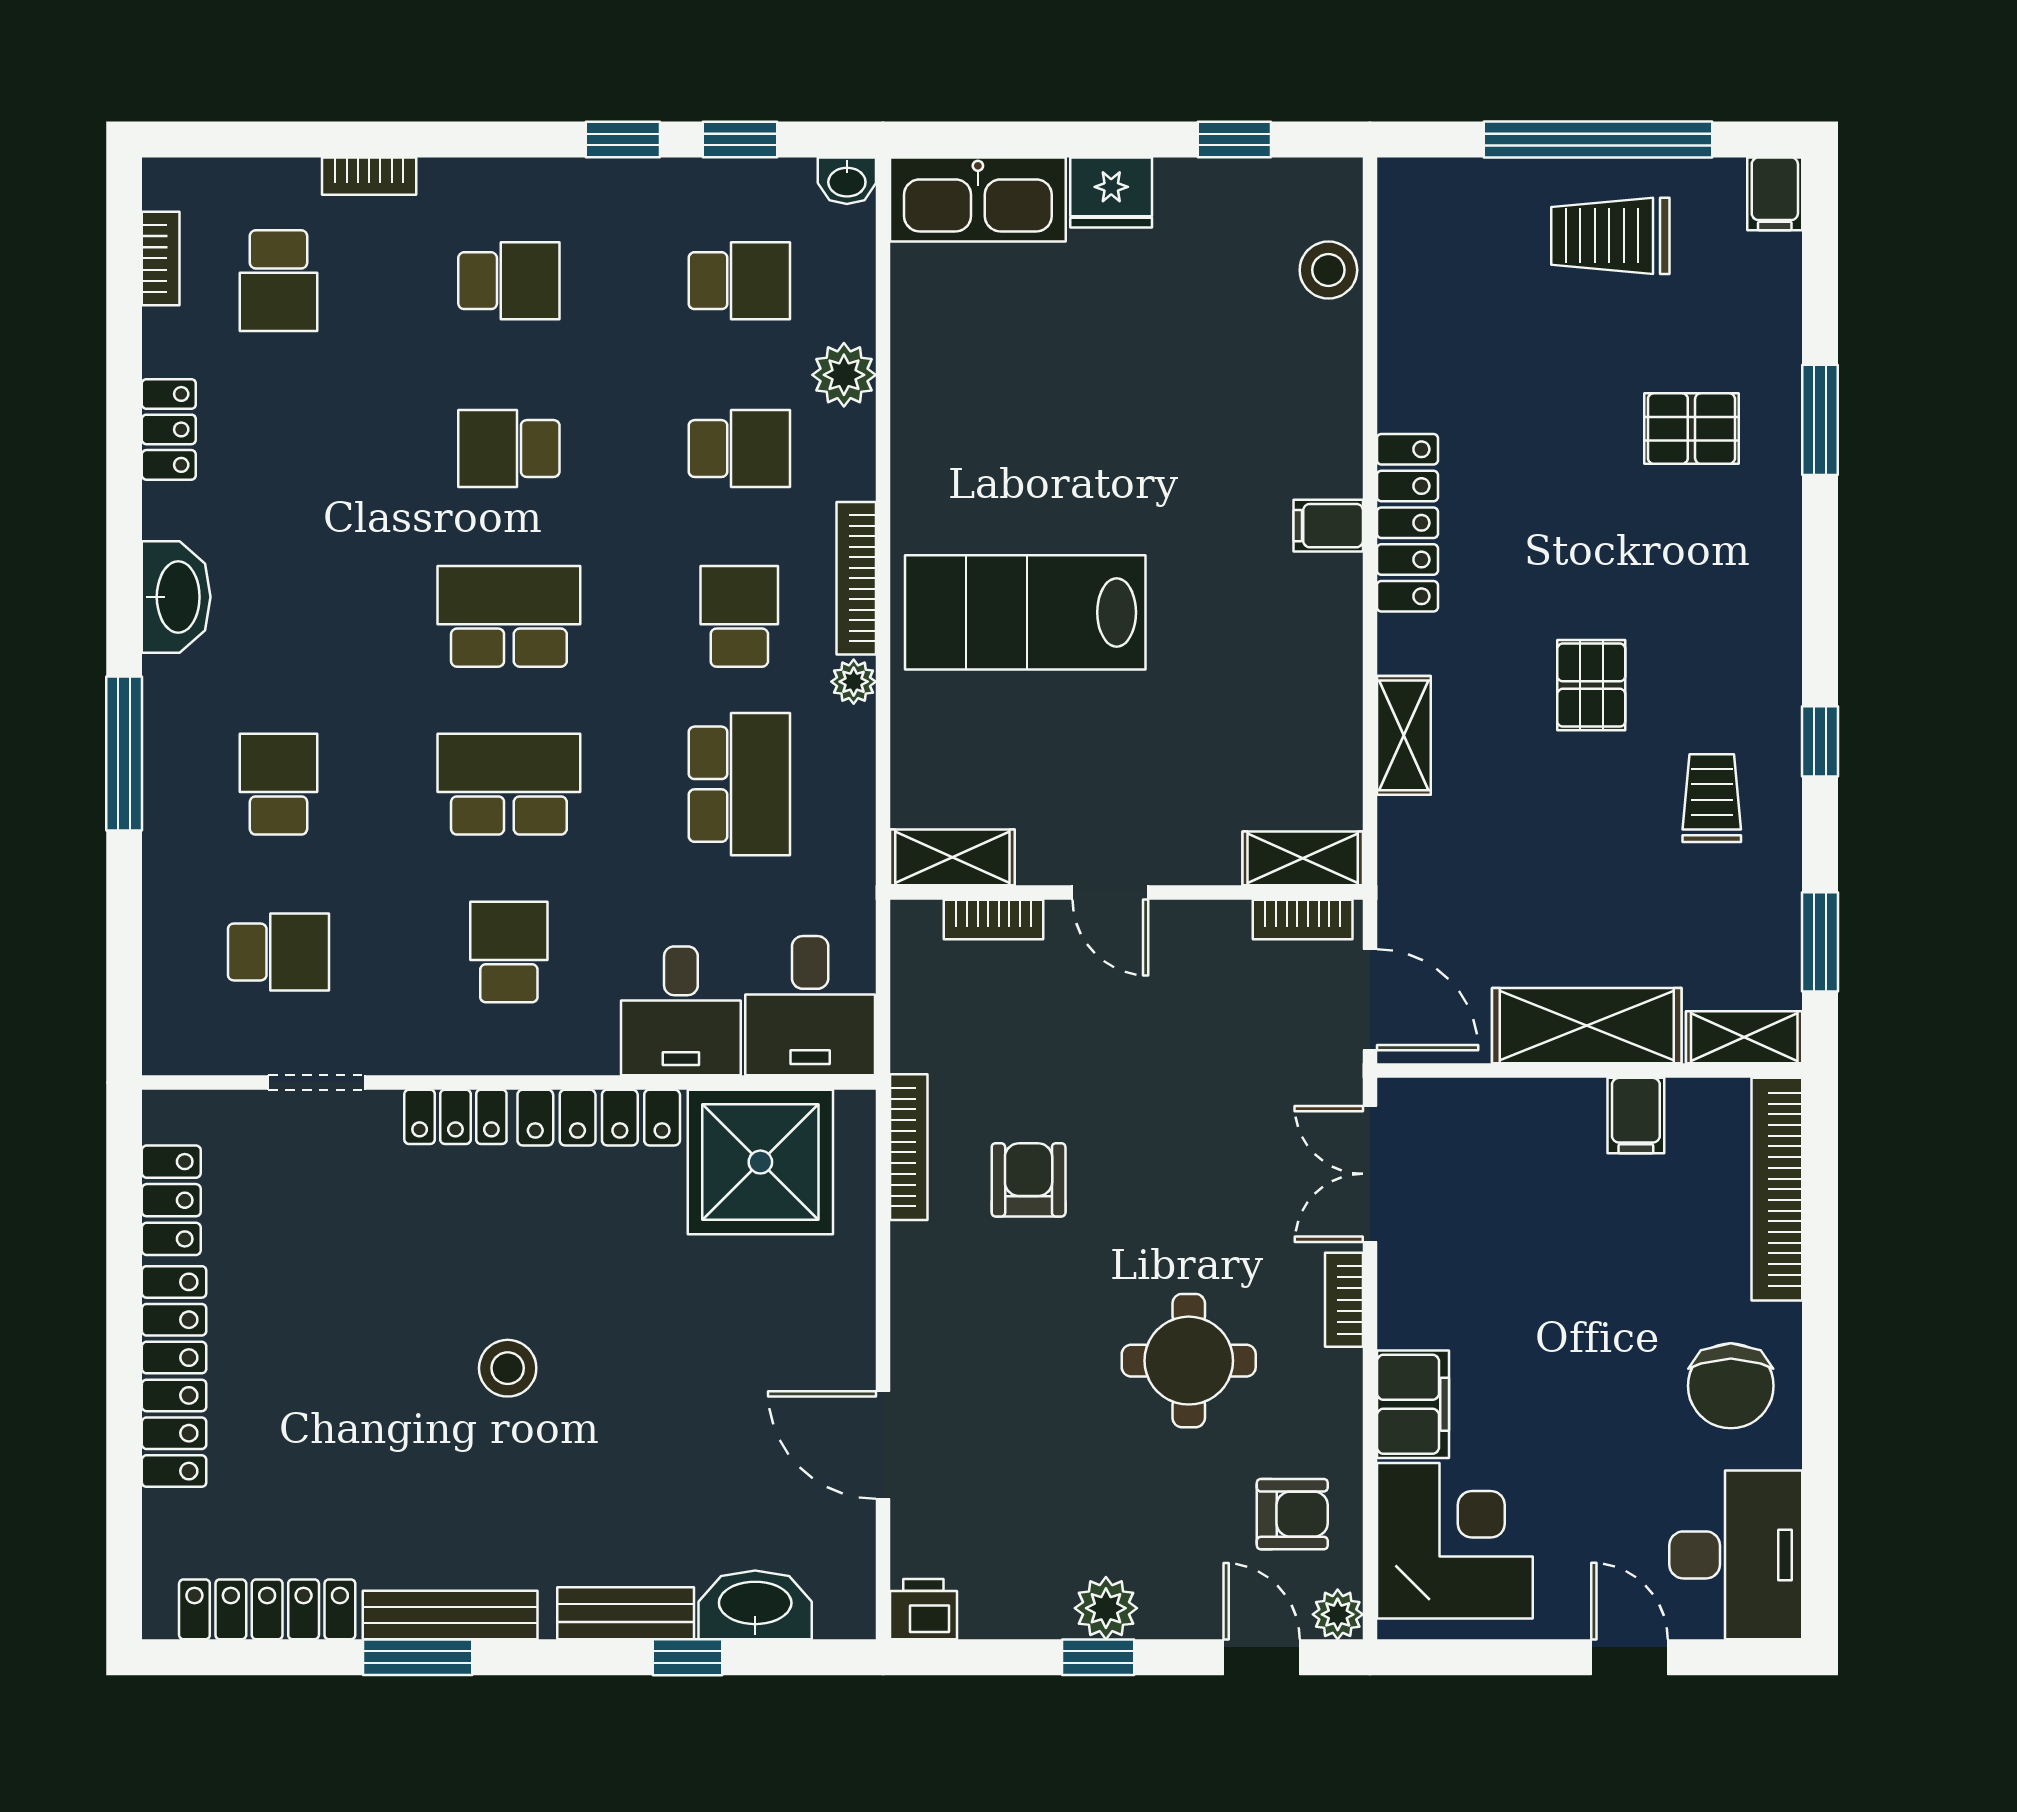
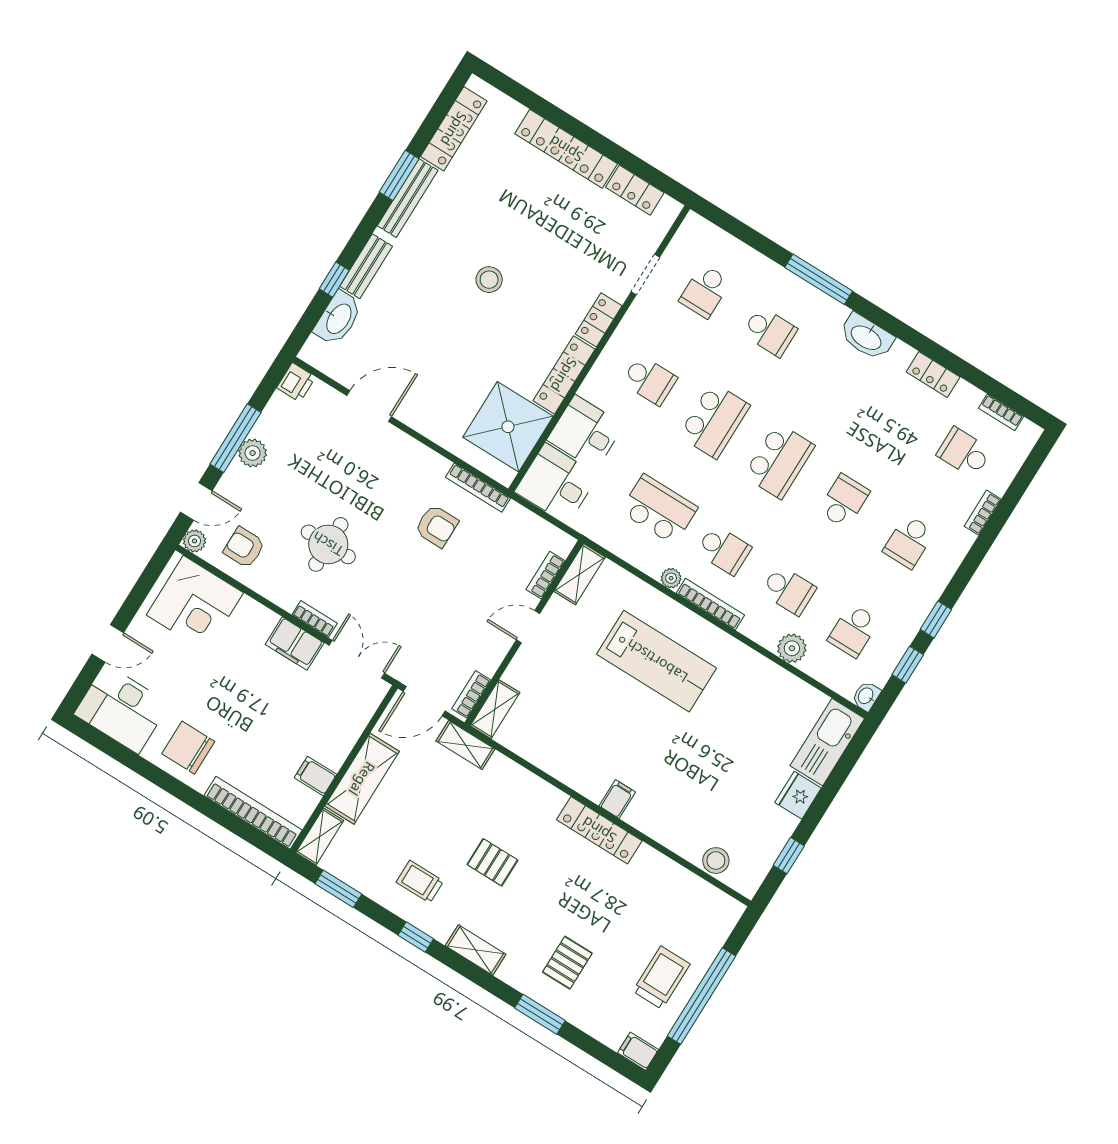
school desk: (739, 449) -> (789, 590), turned -90
lab bench: (1025, 612) -> (657, 661), turned 90
shelving: (1775, 615) -> (476, 950), added
shelving: (1404, 735) -> (465, 745), moved
school desk: (739, 784) -> (659, 509), turned 180
trolley: (1712, 798) -> (420, 882), turned 180
filing cabinet: (1413, 1404) -> (295, 644), moved
armchair: (1292, 1514) -> (244, 548), turned 90
window: (1098, 1657) -> (236, 438), width x2.17

